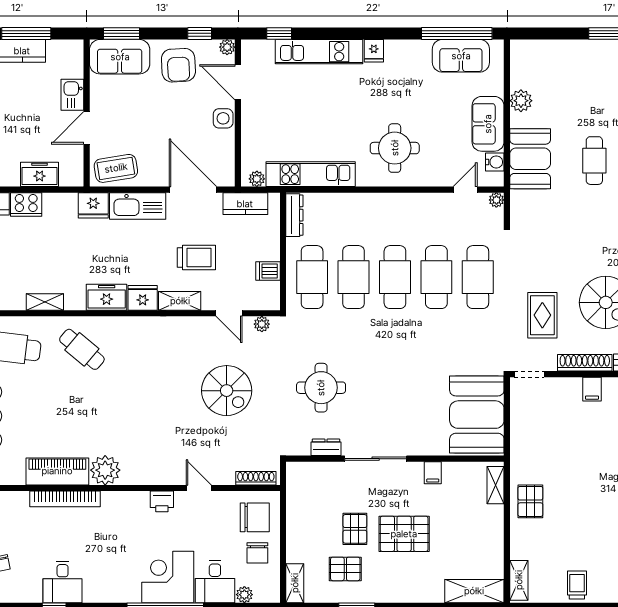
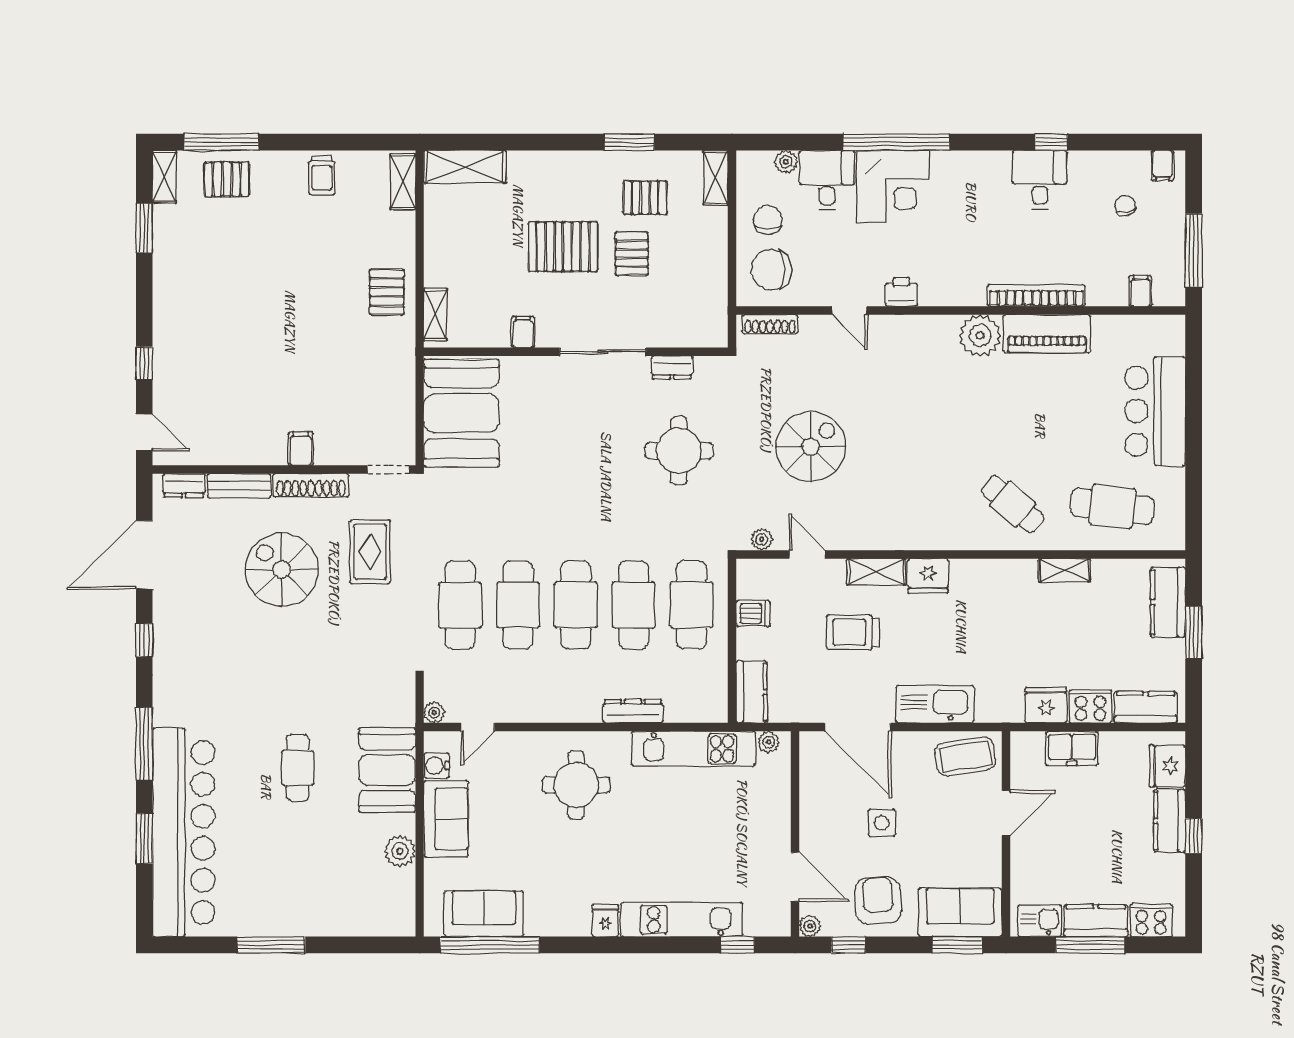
kitchen sink: (72, 95) -> (1040, 921), moved, turned -90
side table: (223, 118) -> (882, 823), moved
kitchen counter: (245, 204) -> (752, 692), moved, turned 90
fridge: (93, 205) -> (1046, 705), moved
dresser: (294, 215) -> (633, 711), moved, turned 90
freezer: (107, 297) -> (978, 577), removed
spiral stairs: (227, 391) -> (811, 447), turned 90

